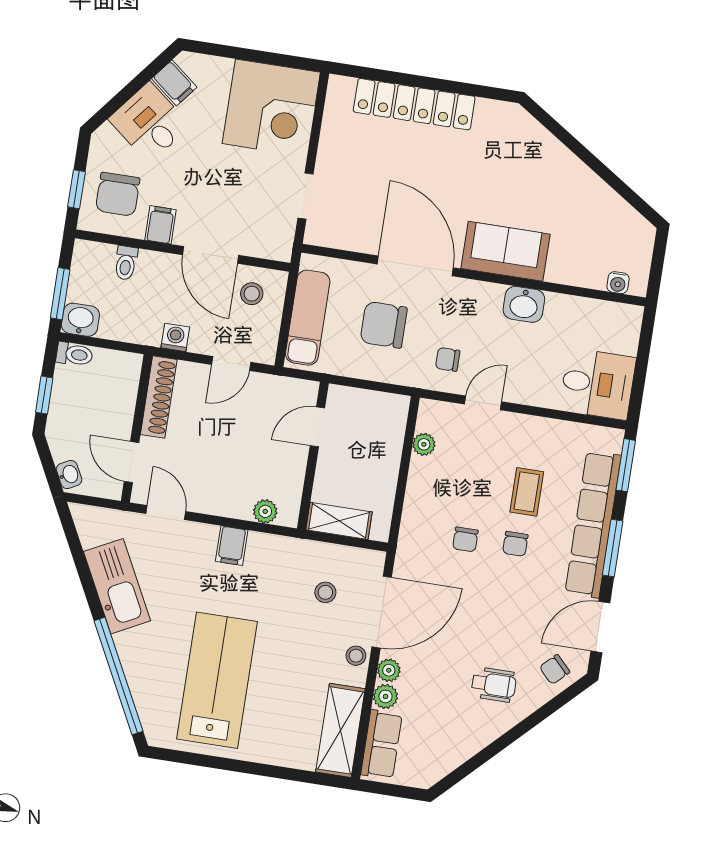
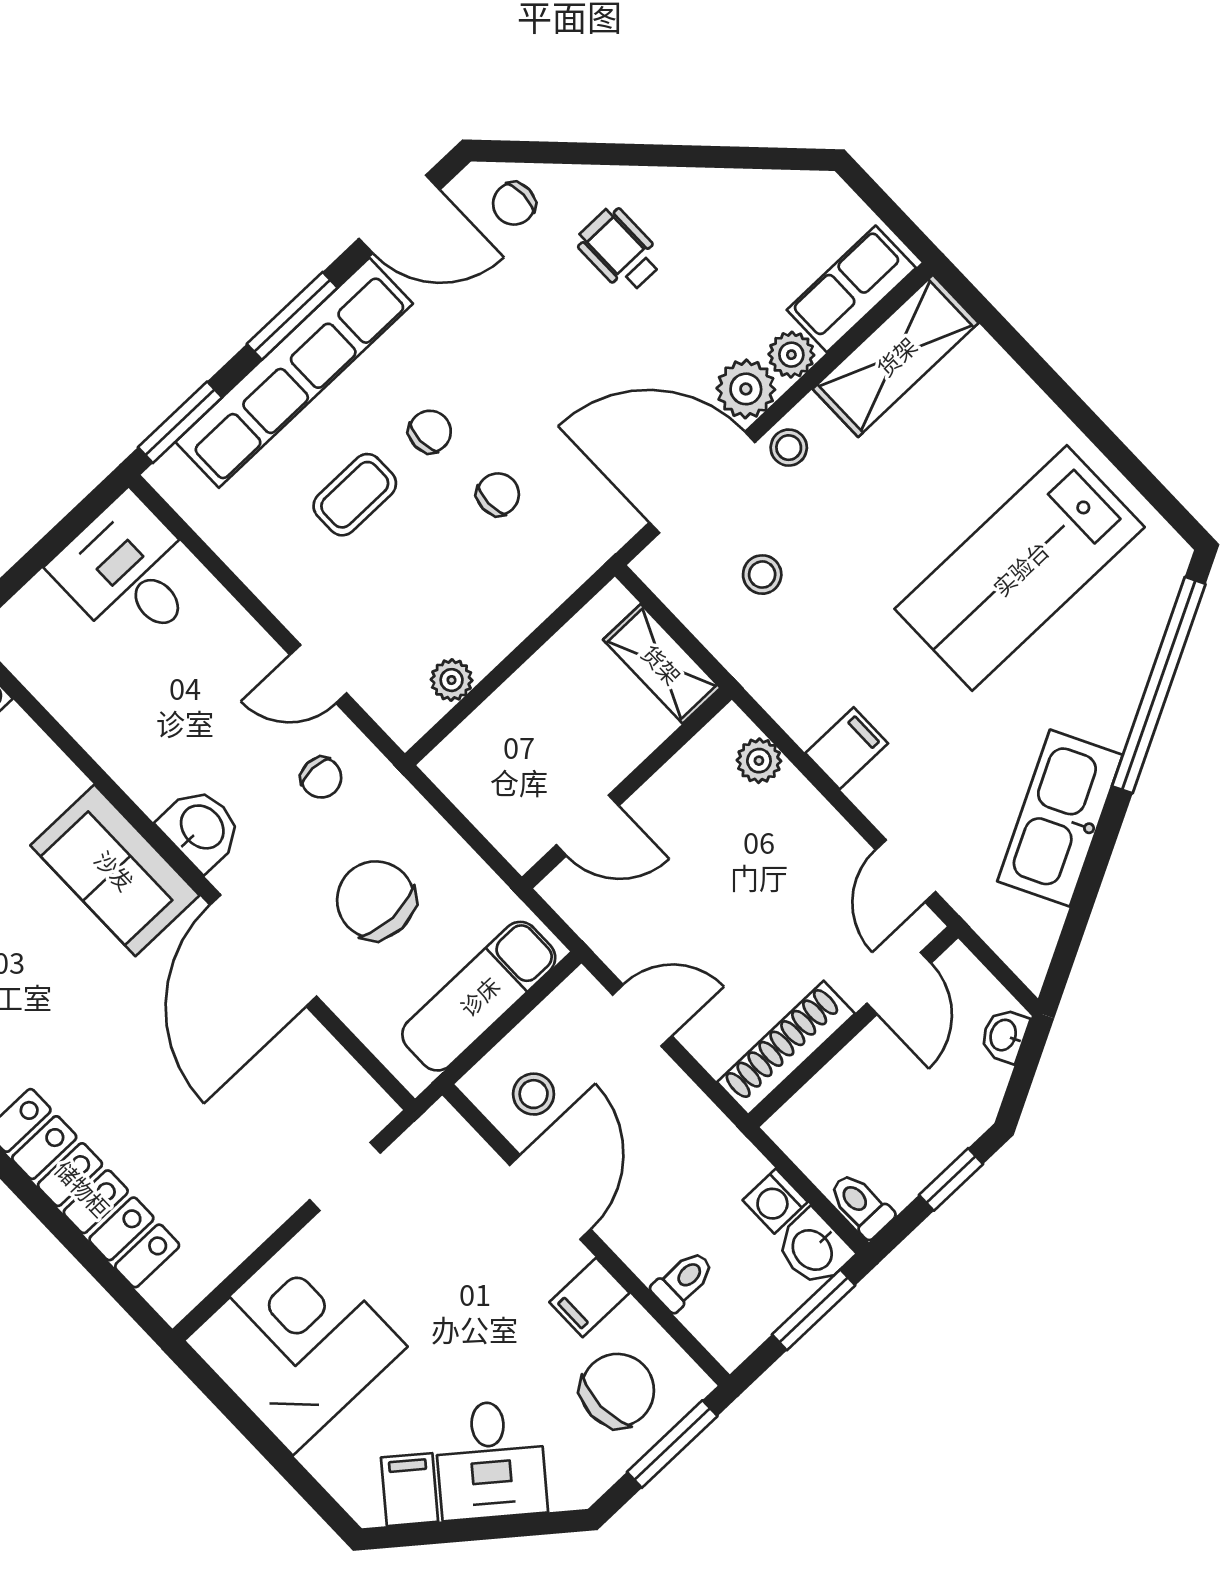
window: (76, 189) -> (672, 1444), width x1.50
washbasin: (524, 304) -> (201, 828), moved
chair: (384, 325) -> (376, 900), turned 180
washing machine: (175, 337) -> (775, 1201), moved
plant: (389, 670) -> (746, 389), width x1.38, depth x1.38
chair: (555, 670) -> (514, 204), turned 134

